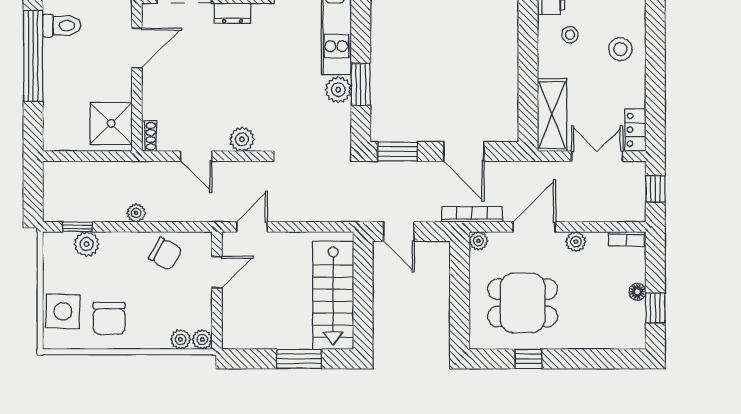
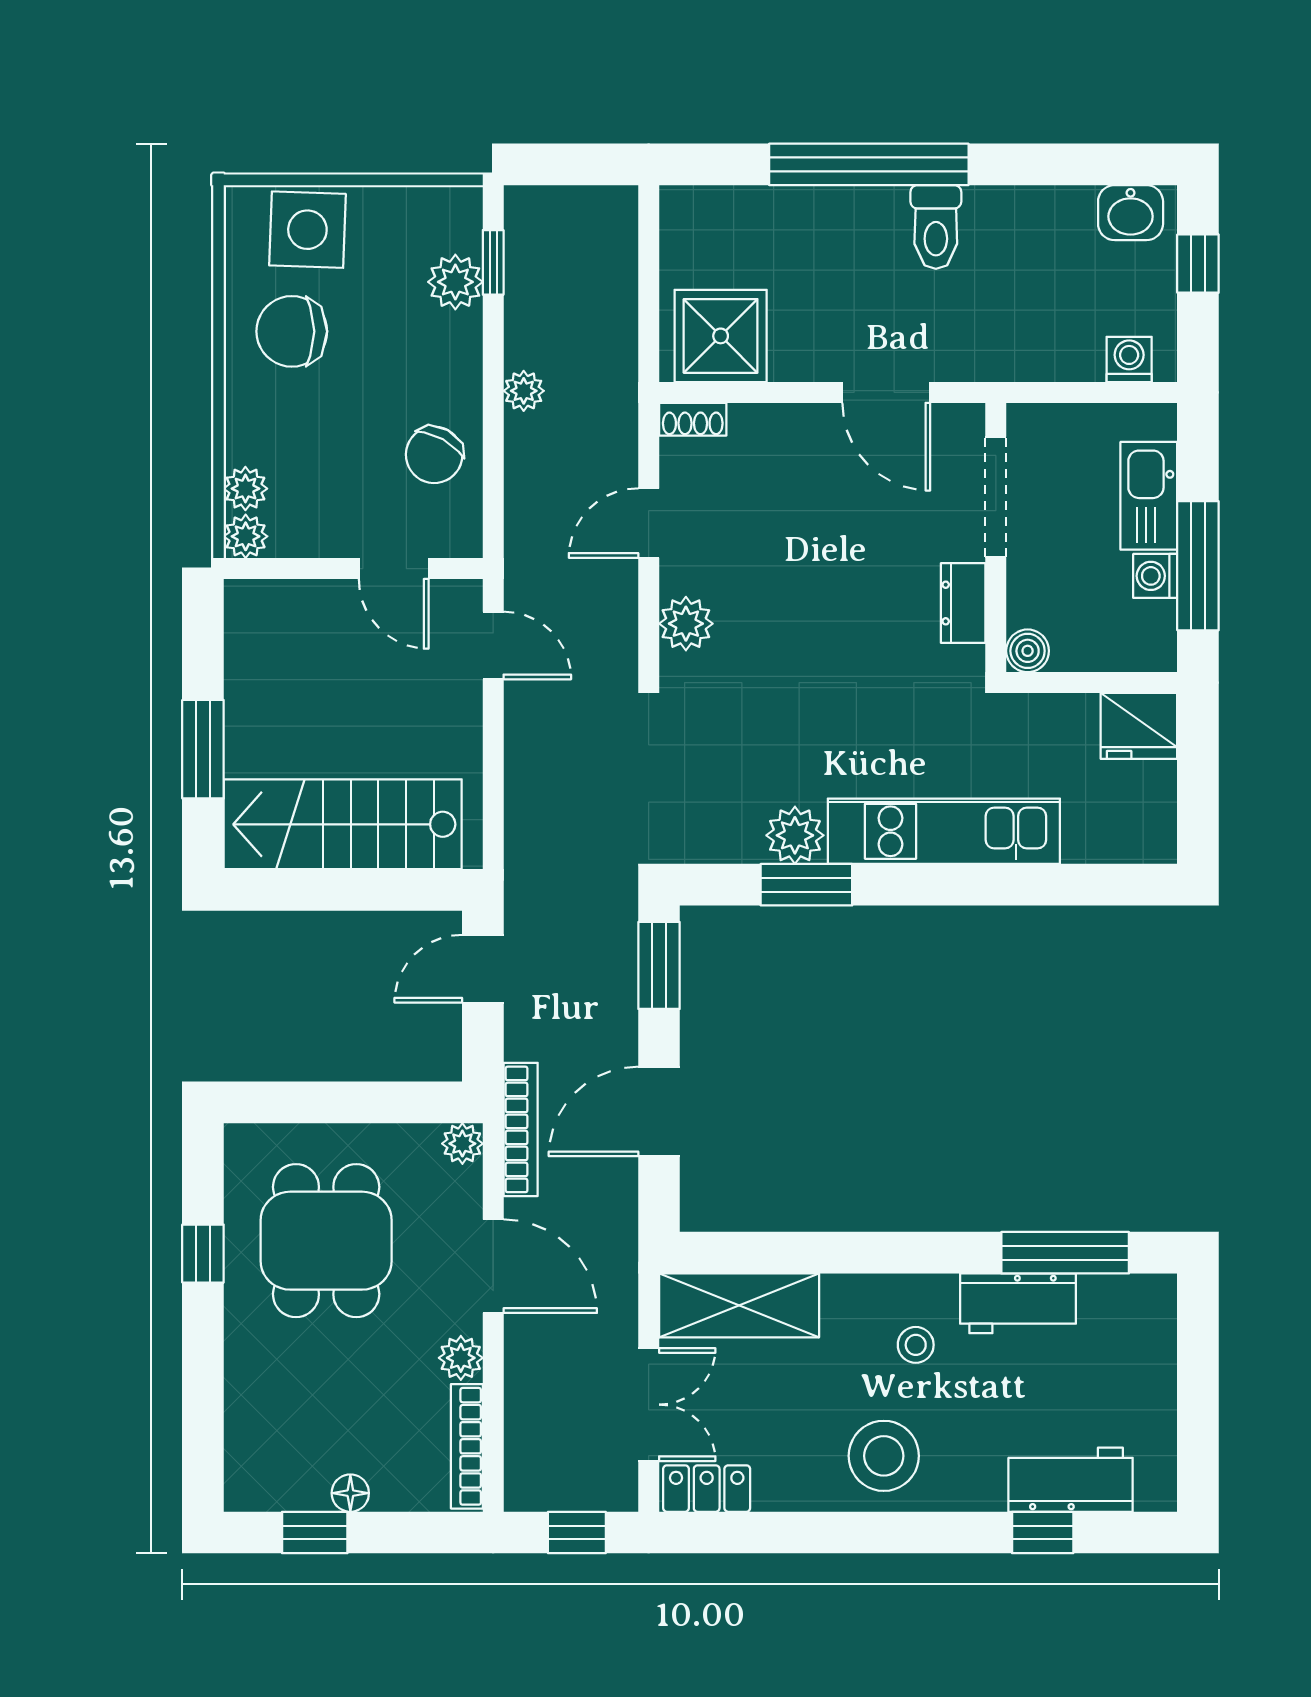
stool: (620, 49) -> (884, 1456), width x1.38, depth x1.38
bookcase: (626, 239) -> (467, 1446), width x1.56

